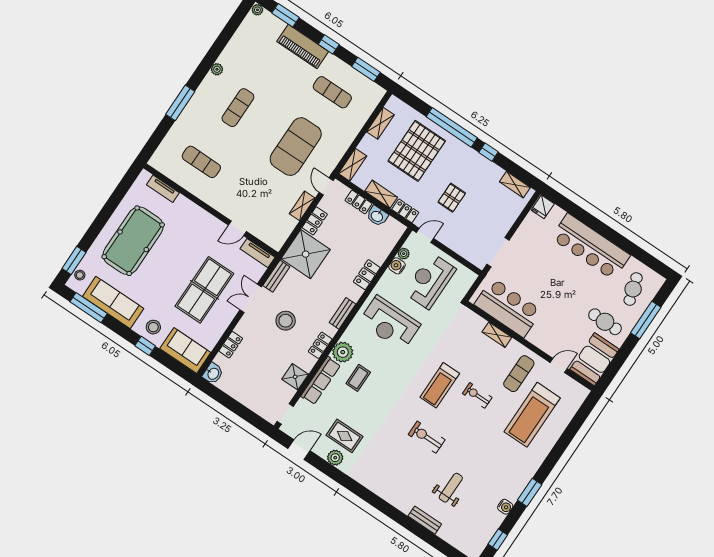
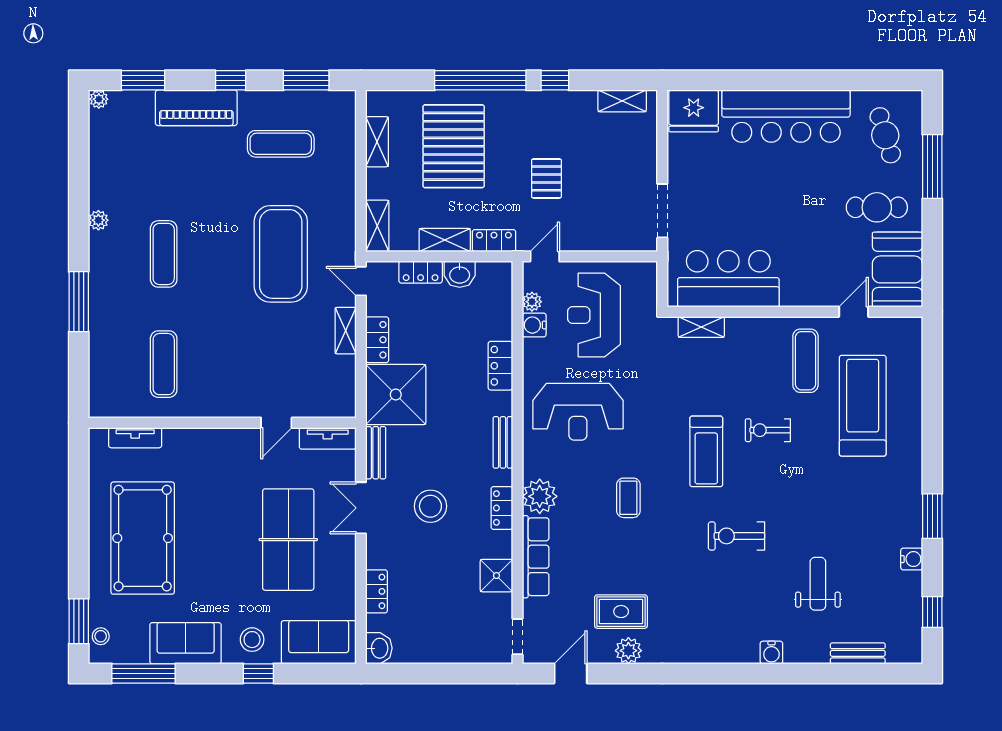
exercise mat: (201, 162) -> (164, 364), turned 90
fridge: (543, 207) -> (694, 111), width x1.88, depth x1.34
sofa: (113, 303) -> (186, 643), width x0.73
shelving: (497, 335) -> (701, 327), moved
coffee table: (358, 378) -> (628, 498), moved
treadmill: (532, 415) -> (863, 406), turned 180
water cooler: (405, 506) -> (771, 653), added
bench: (425, 520) -> (858, 653), moved

